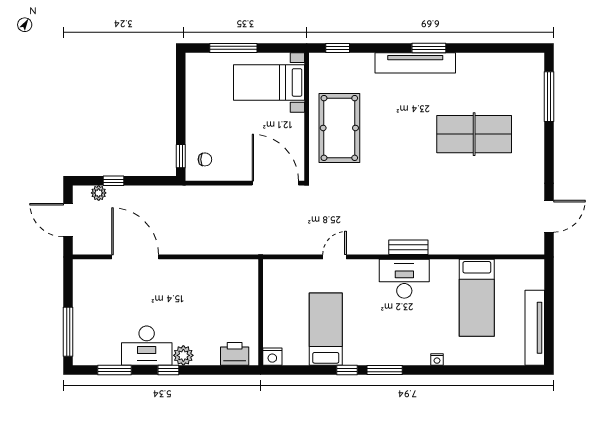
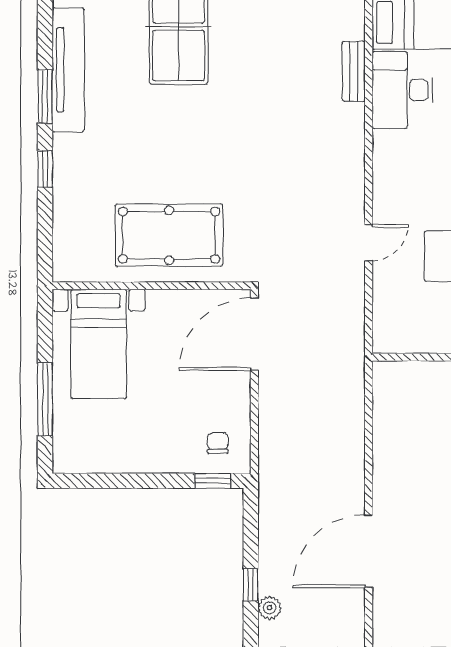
window: (338, 48) -> (45, 169), moved
tv unit: (415, 63) -> (68, 70), moved
bench: (408, 247) -> (354, 71), moved
door: (335, 257) -> (369, 243), swing flipped
desk: (404, 279) -> (402, 90), moved

